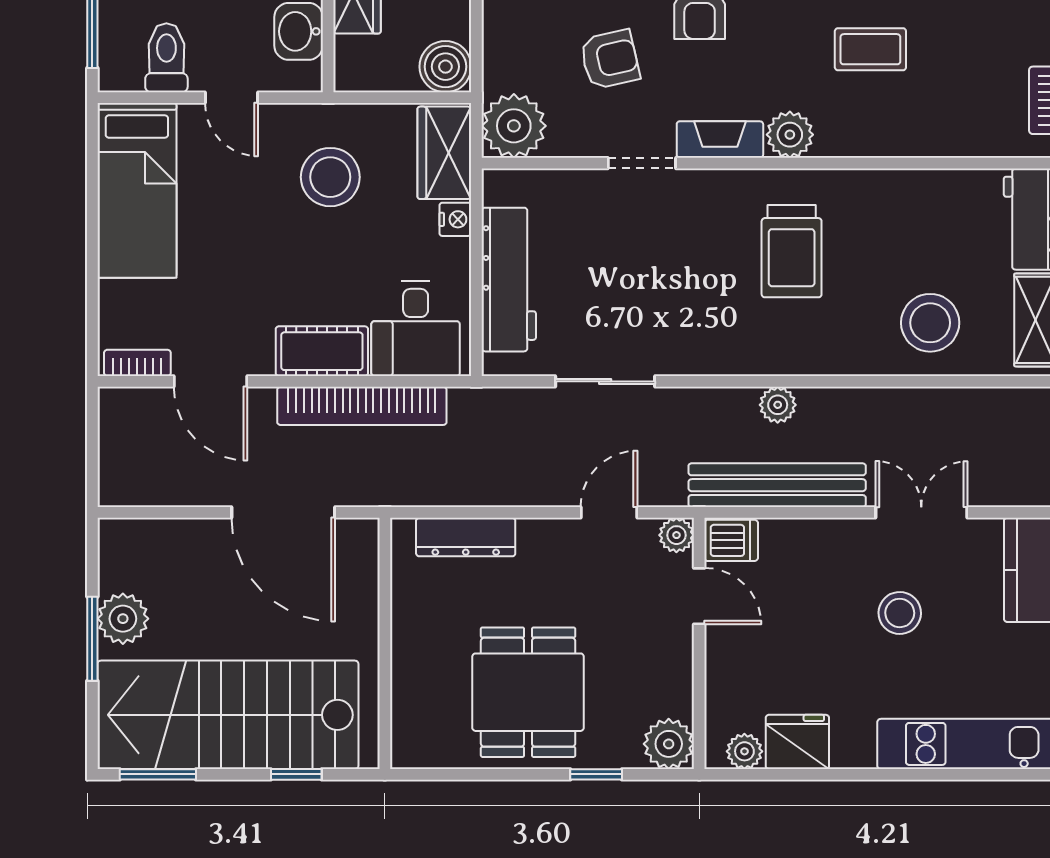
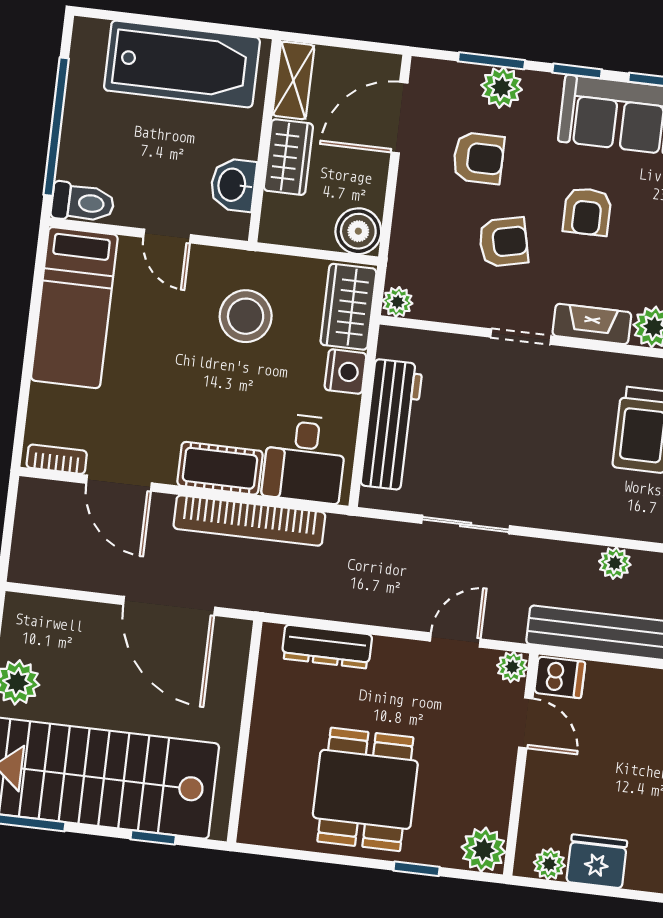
toilet: (166, 58) -> (83, 203), moved, turned 90
plant: (514, 126) -> (397, 302), width x0.53, depth x0.53
nightstand: (455, 219) -> (345, 372), width x1.39, depth x1.35

